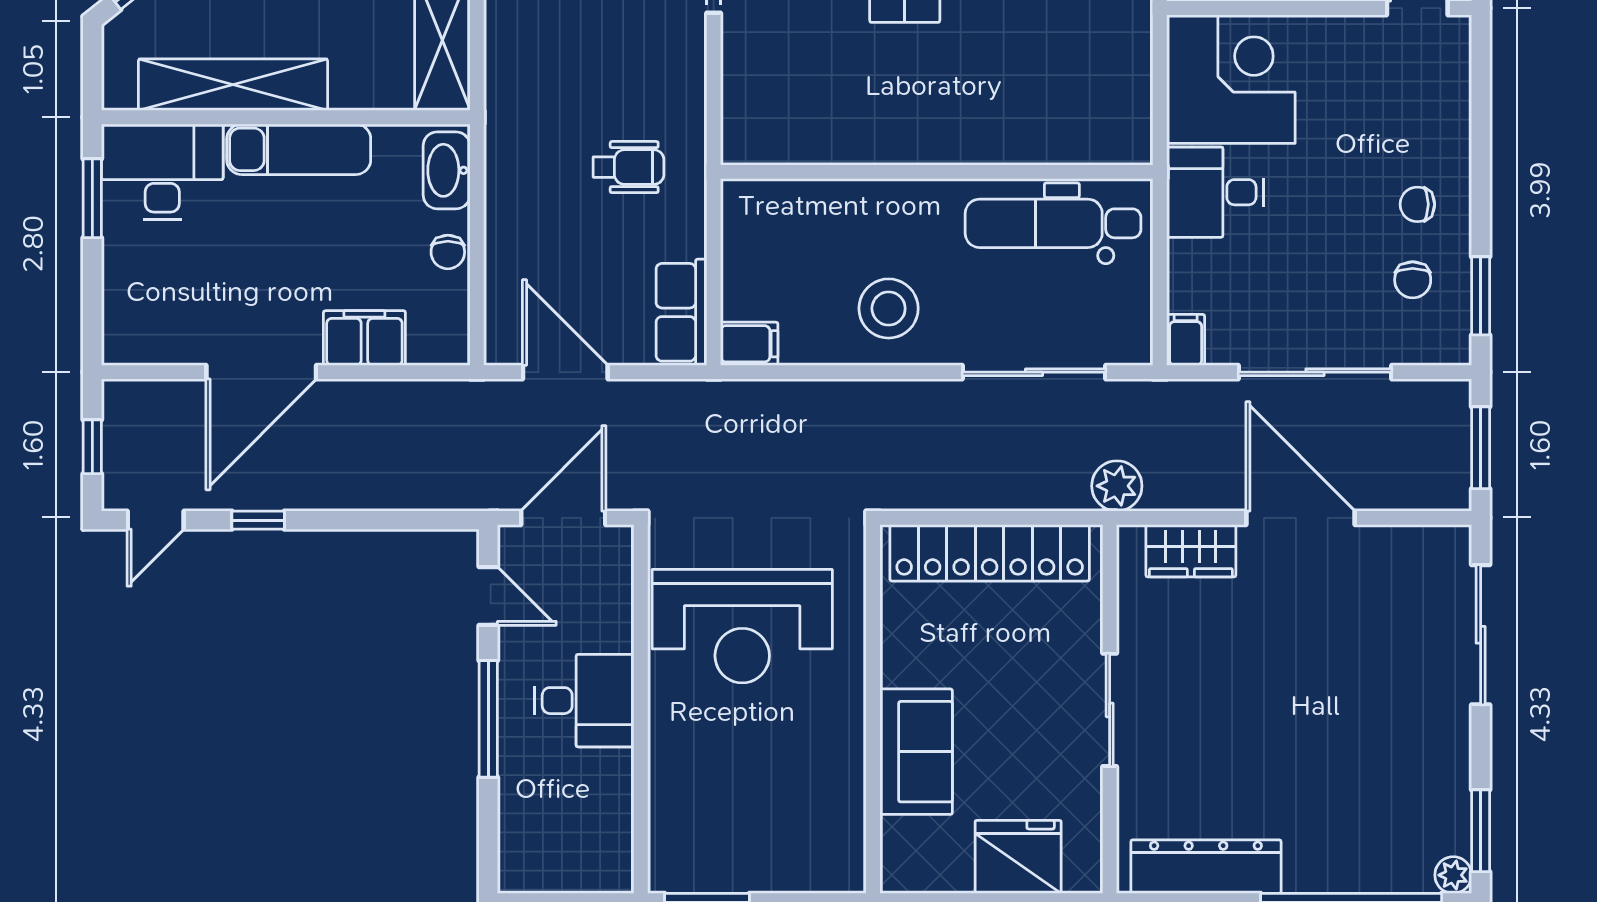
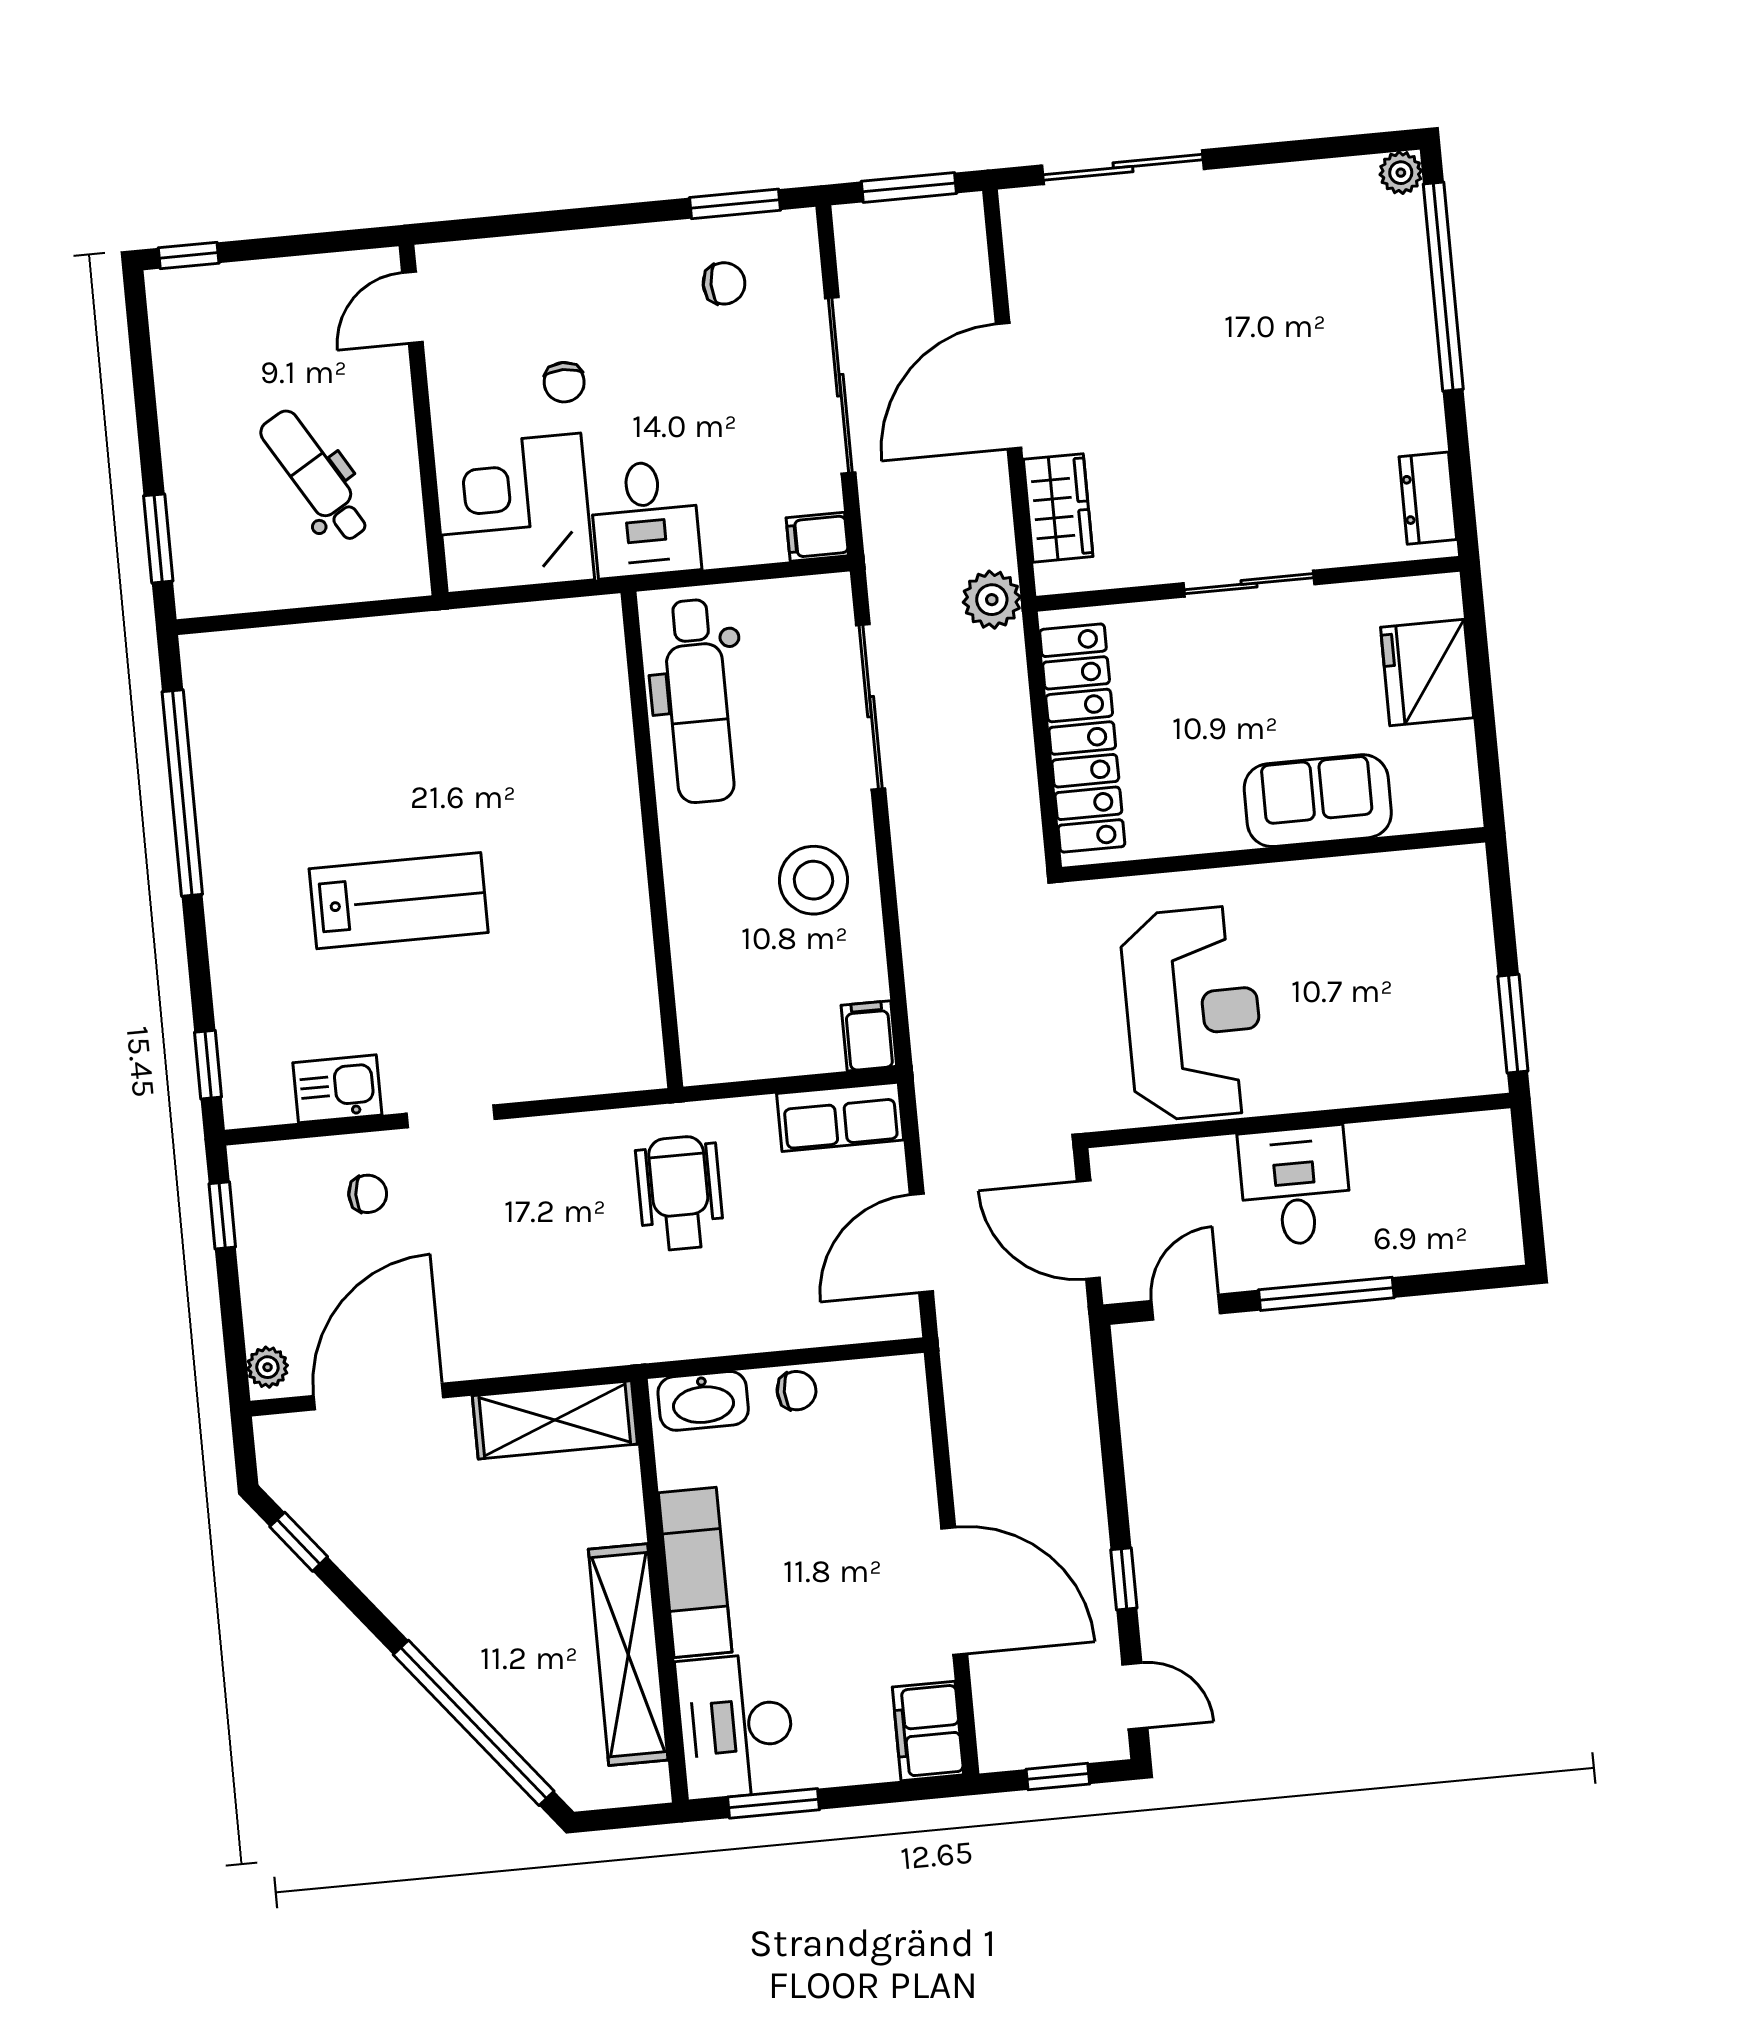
wheelchair: (629, 167) -> (680, 1193), width x1.36, depth x1.37
chair: (1417, 204) -> (564, 382), moved
filing cabinet: (364, 338) -> (928, 1731), moved
window: (1481, 831) -> (1347, 146), removed
dresser: (1206, 867) -> (1428, 498), width x0.51, depth x0.80

